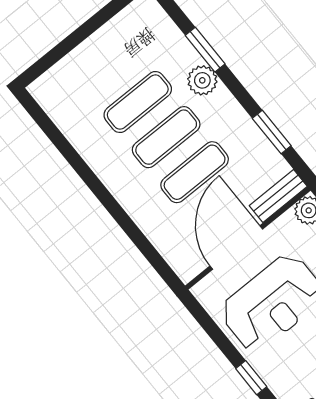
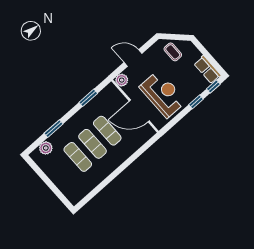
plant: (202, 80) -> (46, 148), moved
bench: (278, 196) -> (116, 94), removed

